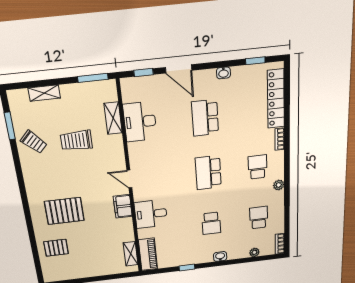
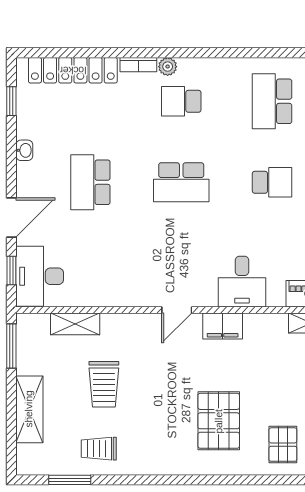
shelving: (44, 93) -> (29, 409), width x1.50, depth x1.33
school desk: (205, 118) -> (90, 182), turned 90
desk: (140, 122) -> (40, 276), moved, turned 90
trolley: (34, 142) -> (99, 449), turned -134
plant: (279, 185) -> (168, 67), moved
school desk: (259, 218) -> (272, 101), width x1.85

